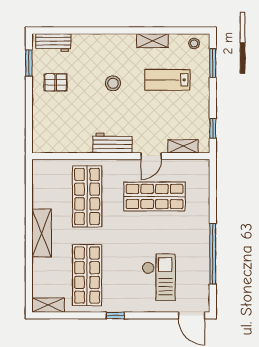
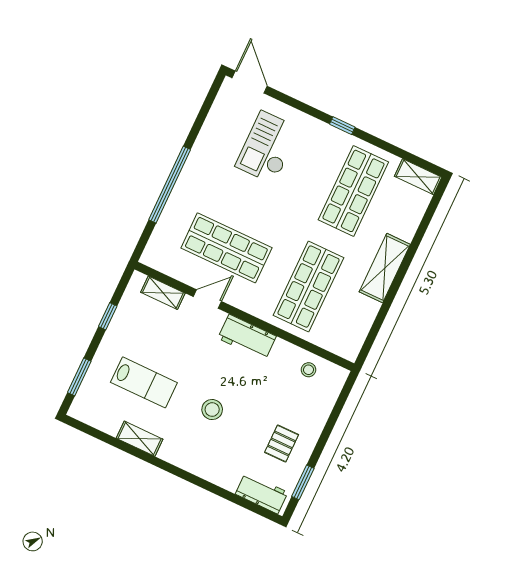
stool: (194, 43) -> (308, 370), moved
pallet: (56, 82) -> (282, 443), turned 90
window: (213, 128) -> (108, 316), moved
window: (213, 254) -> (170, 185), moved

